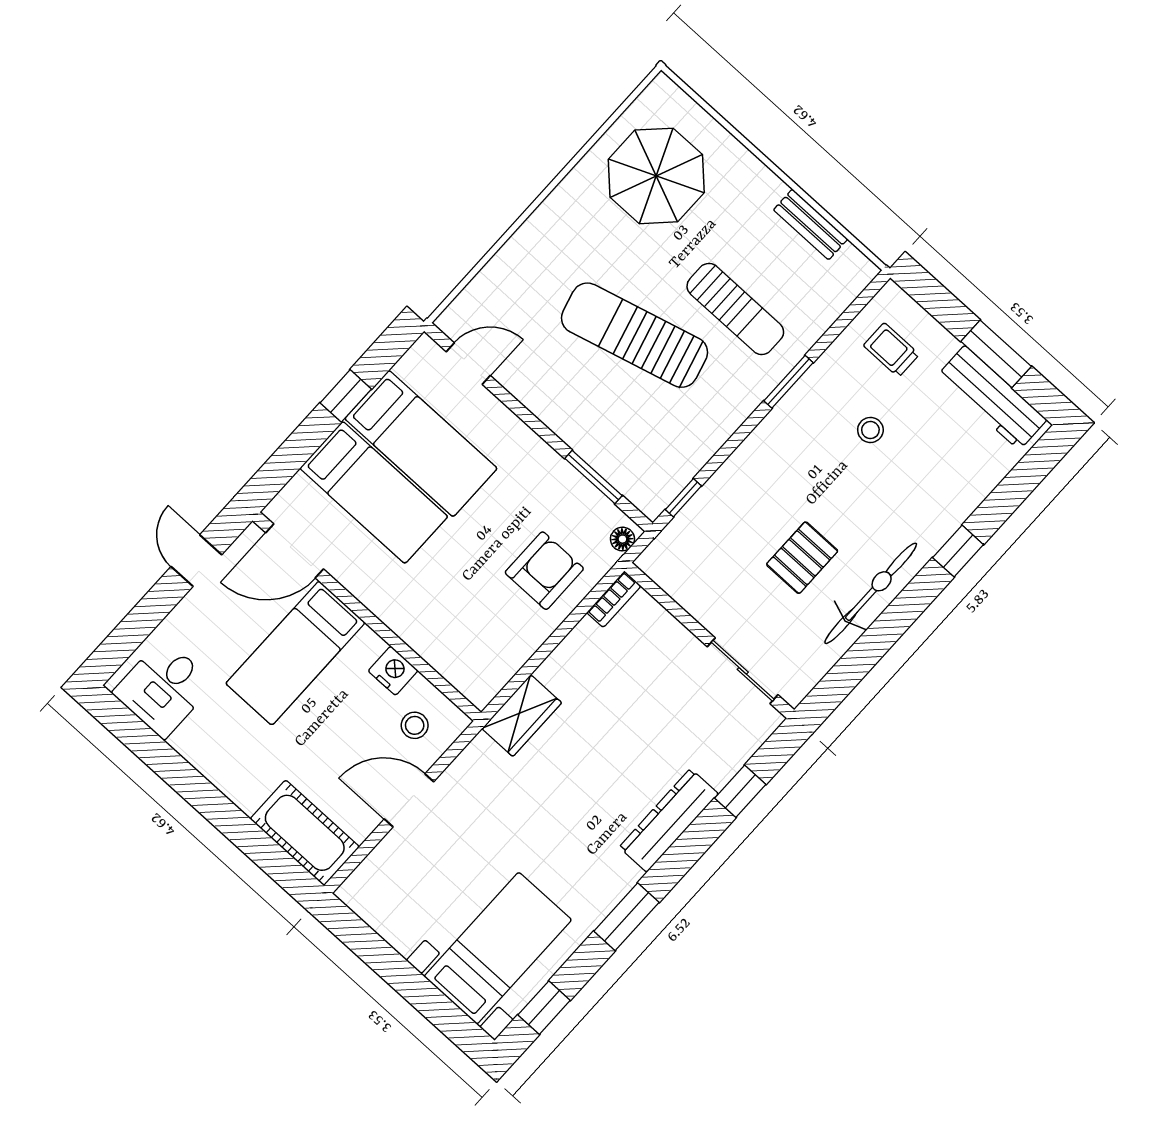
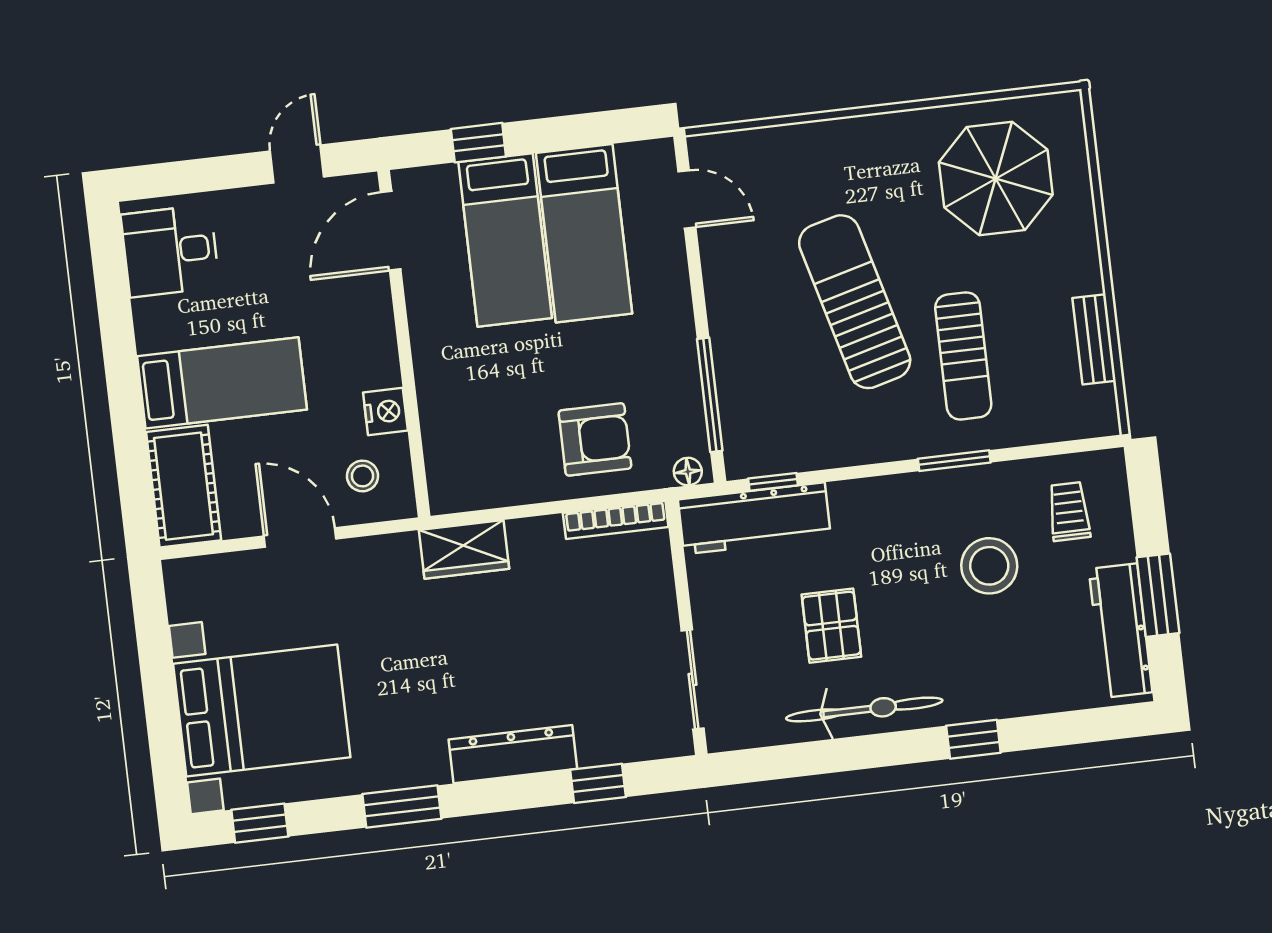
window: (346, 396) -> (478, 143), moved
stool: (870, 430) -> (989, 566), width x1.89, depth x1.89
window: (593, 477) -> (710, 395), width x1.44
workbench: (692, 532) -> (754, 518), added
door: (295, 551) -> (391, 231), hinge flipped
pallet: (802, 558) -> (831, 626), turned 90
bookcase: (614, 599) -> (616, 520), width x1.56
bed: (295, 653) -> (222, 383), moved, turned 180
bed with nightstands: (498, 948) -> (262, 710), width x1.36

